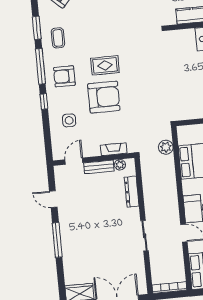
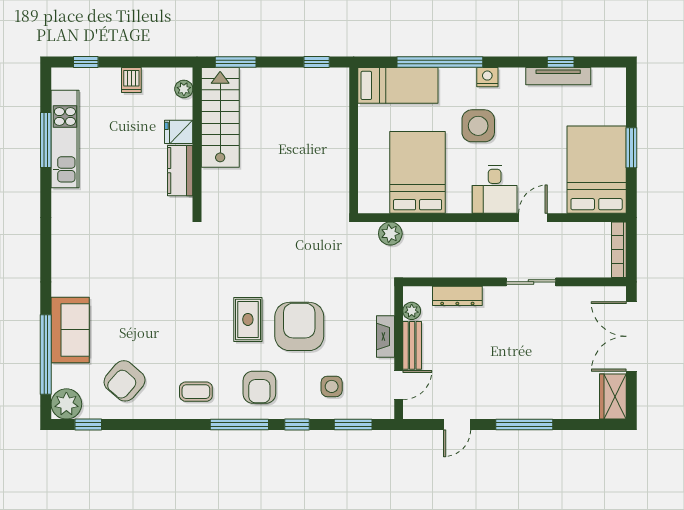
window: (37, 28) -> (353, 425), moved
fireplace: (114, 149) -> (385, 337), moved
door: (74, 161) -> (399, 385), swing flipped

